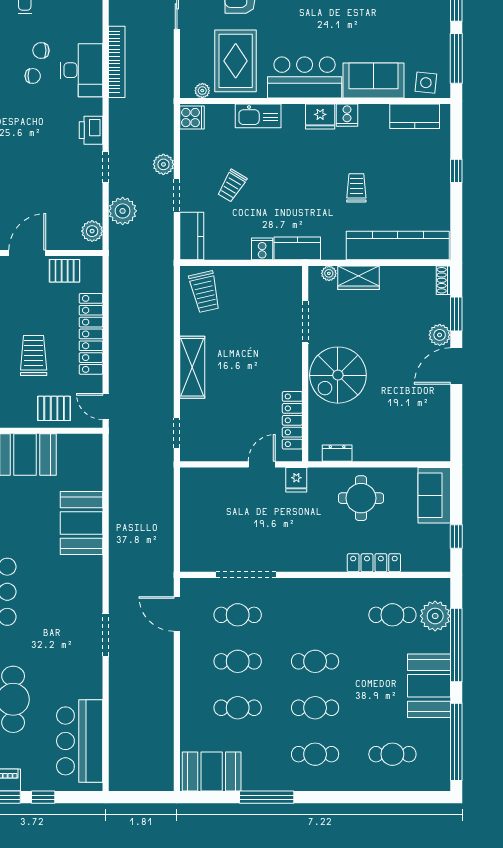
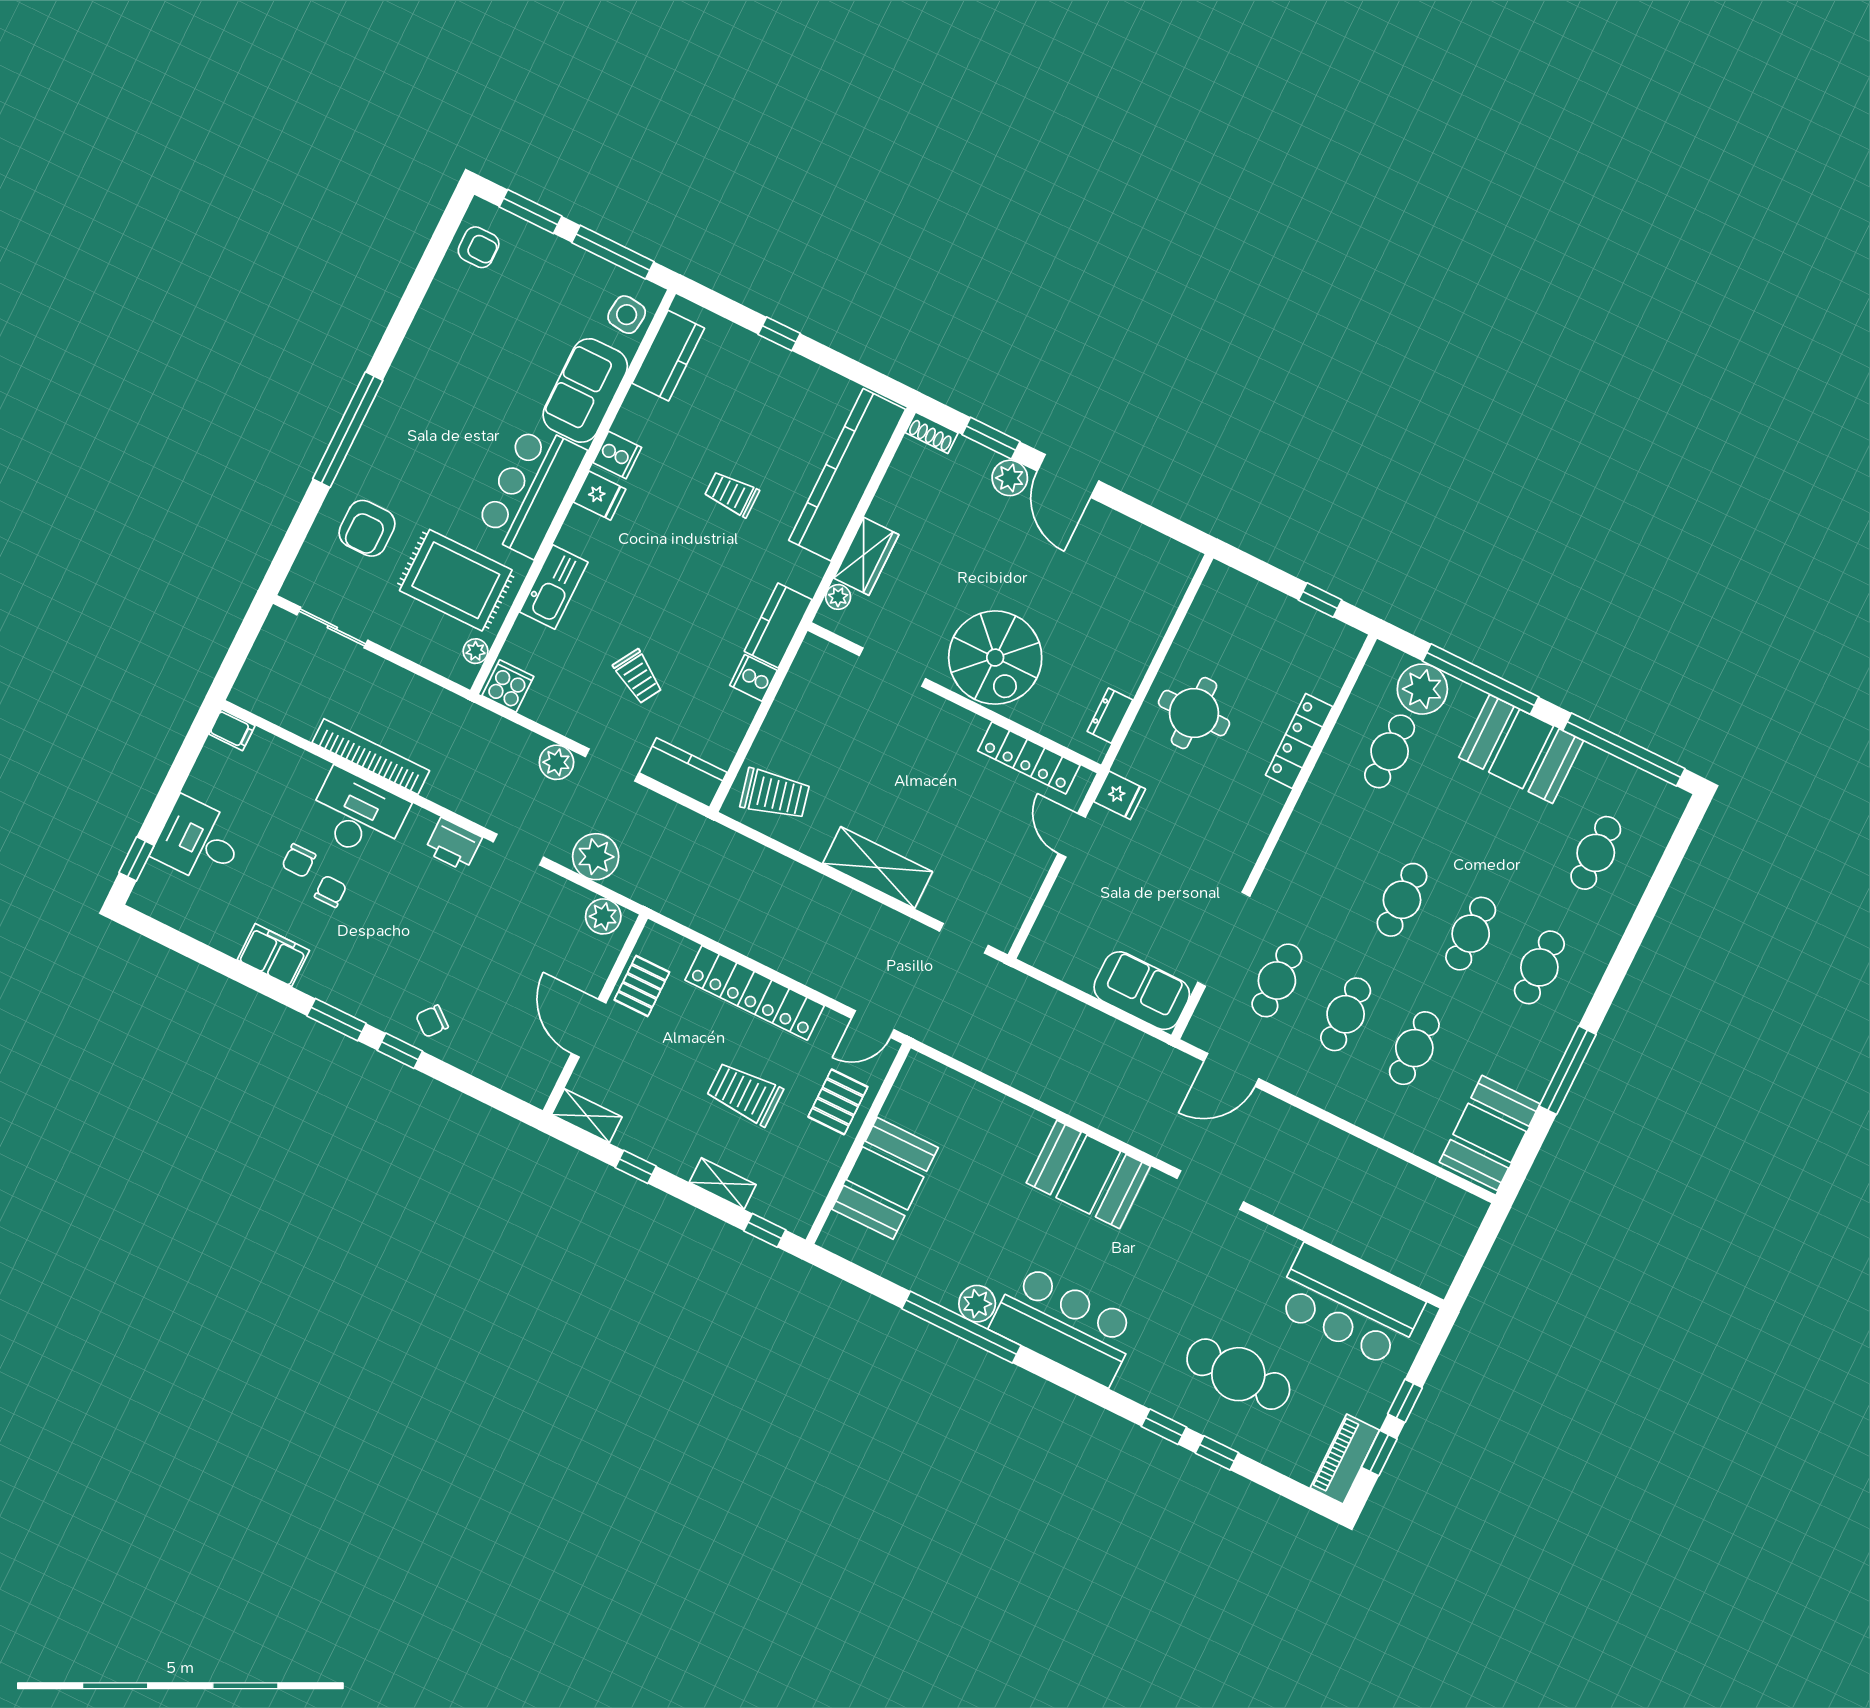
fridge: (320, 116) -> (600, 496), width x0.72
sofa: (434, 495) -> (1142, 991), moved, turned 180
booth: (82, 523) -> (1088, 1174), moved

